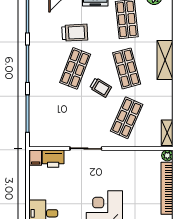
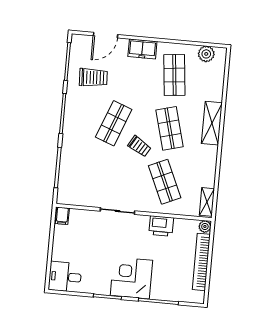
trolley: (75, 33) -> (93, 77), moved
shop shelf: (127, 118) -> (165, 182), turned -48
printer: (53, 159) -> (161, 226), moved

